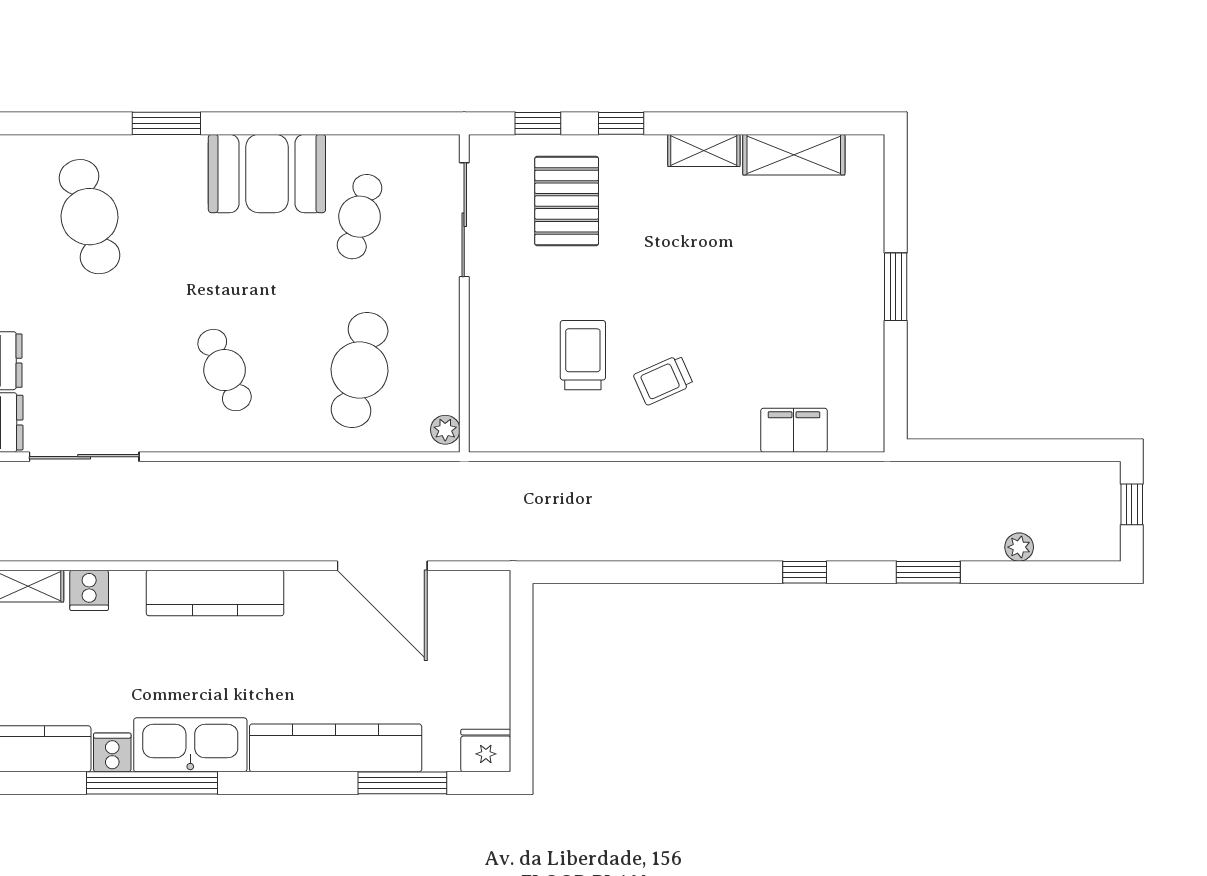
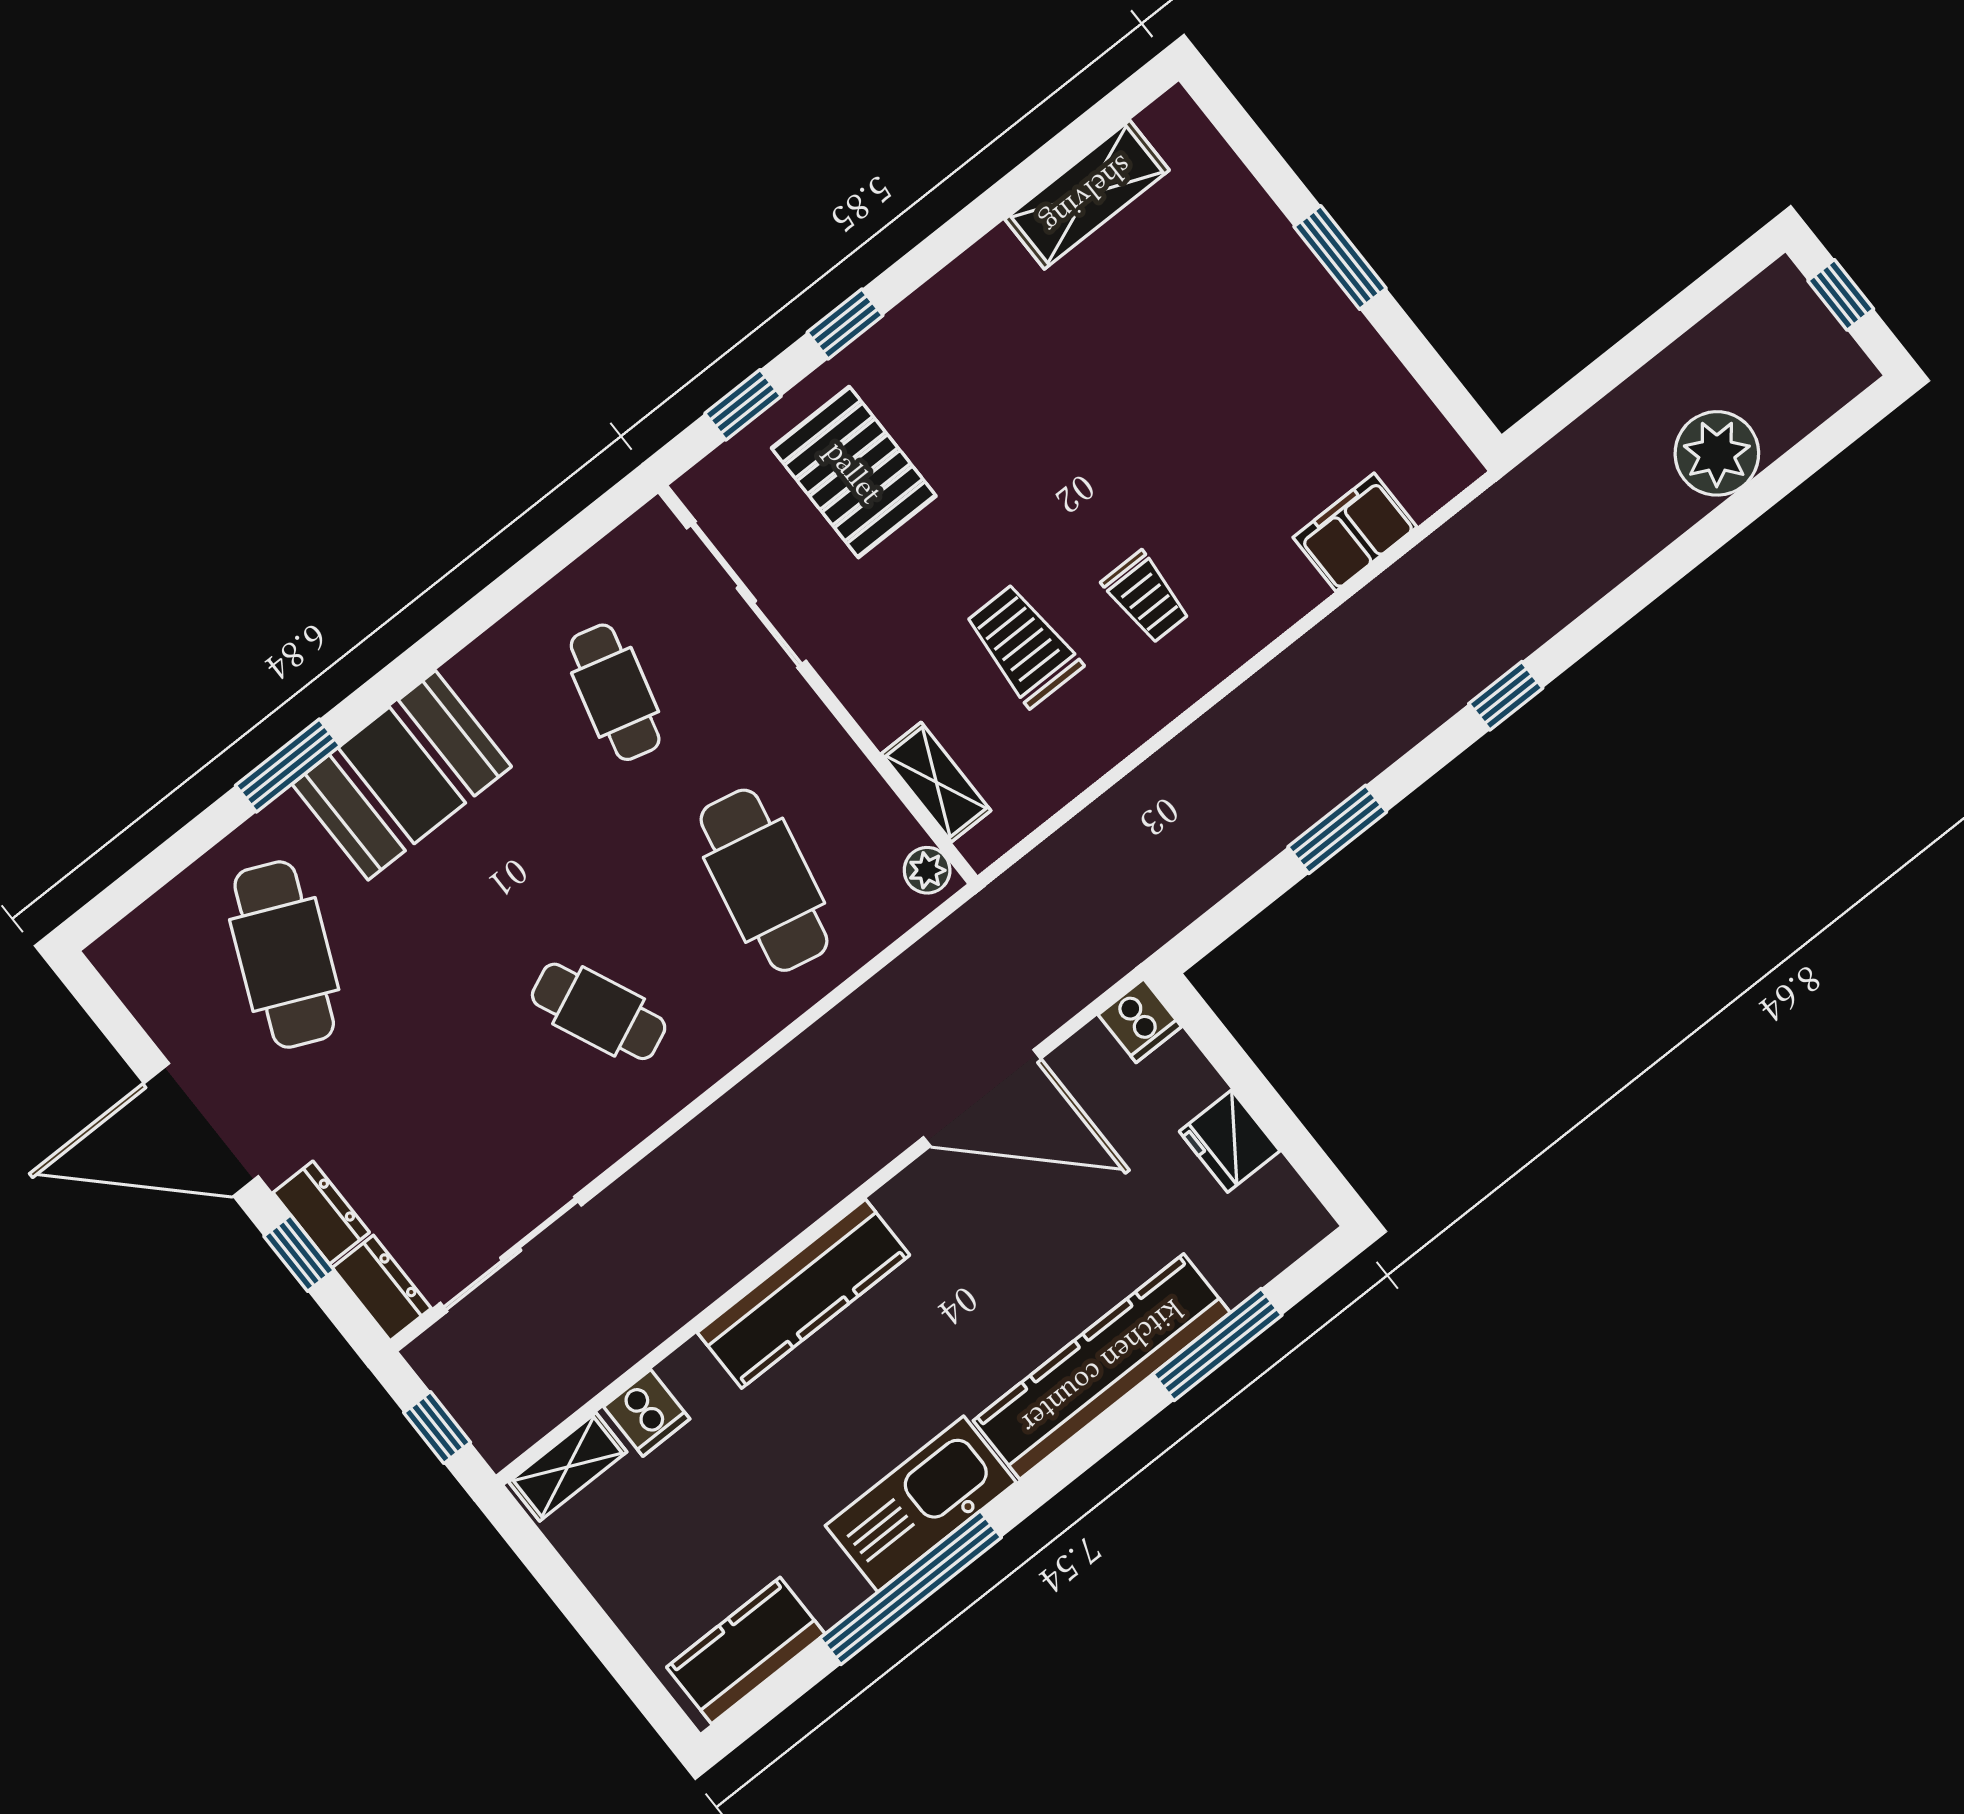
shelving: (704, 150) -> (936, 782), moved, turned 90
booth: (267, 174) -> (402, 775), moved
cafe table: (89, 217) -> (284, 955), turned 39
trolley: (663, 380) -> (1146, 597), turned -66
plant: (1019, 547) -> (1717, 453), width x1.88, depth x1.88
window: (928, 572) -> (1337, 829), moved
fridge: (486, 751) -> (1230, 1141), moved, turned -90
cooker: (112, 752) -> (1140, 1021), moved, turned 180

